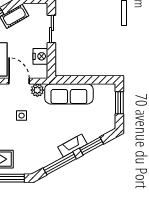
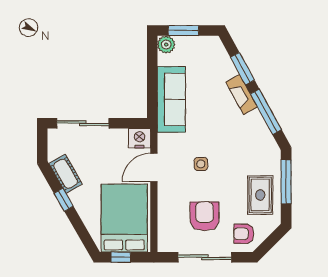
sliding door: (51, 29) -> (83, 123), width x1.37
nightstand: (40, 56) -> (139, 138), moved
plant: (37, 90) -> (166, 45), moved

